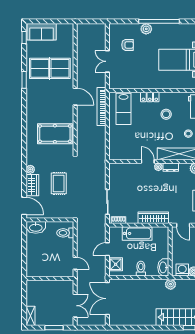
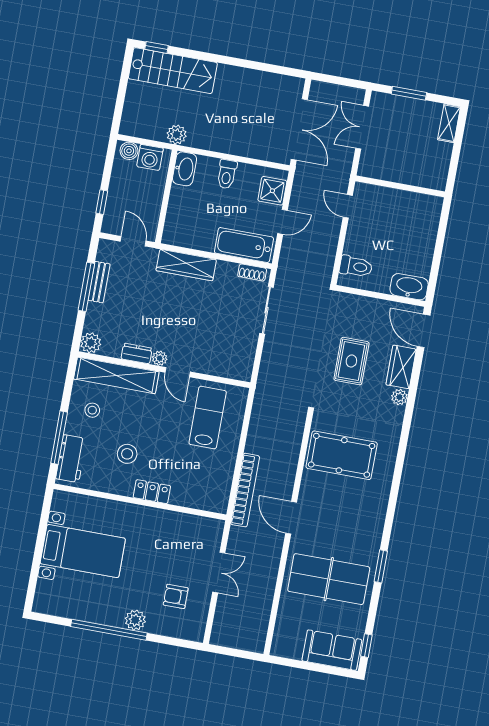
lab bench: (124, 109) -> (208, 417), moved
bathtub: (137, 233) -> (244, 245), moved

